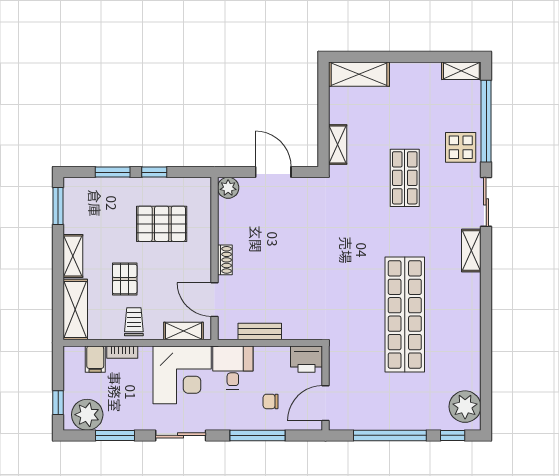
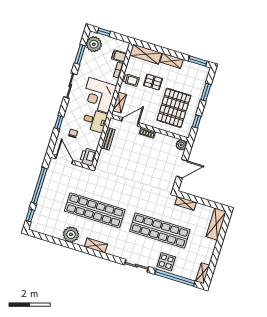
window: (154, 172) -> (197, 122), moved
shop shelf: (405, 178) -> (160, 231), width x2.00, depth x1.36
pallet: (162, 224) -> (174, 108), width x1.37, depth x1.41
shelving: (471, 250) -> (96, 245), moved
plant: (465, 407) -> (71, 234), moved
window: (258, 435) -> (59, 122), width x0.46

